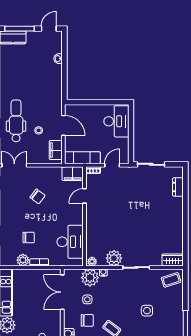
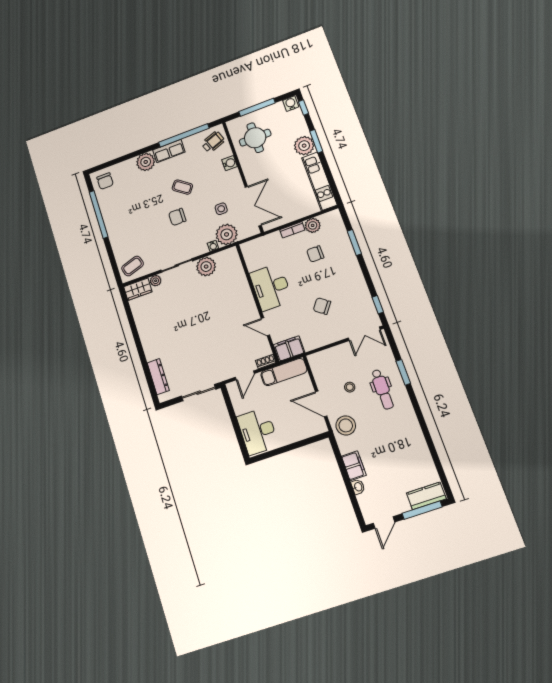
stool: (51, 104) -> (346, 425), added
dental chair: (16, 121) -> (382, 389), width x0.73, depth x0.72
filing cabinet: (56, 150) -> (354, 466), moved
dresser: (178, 187) -> (158, 377), width x1.44
door: (85, 196) -> (265, 327), swing flipped
desk: (70, 242) -> (271, 287), moved
plant: (92, 262) -> (156, 281), moved
side table: (147, 311) -> (149, 222), removed
chair: (87, 320) -> (177, 217), moved

